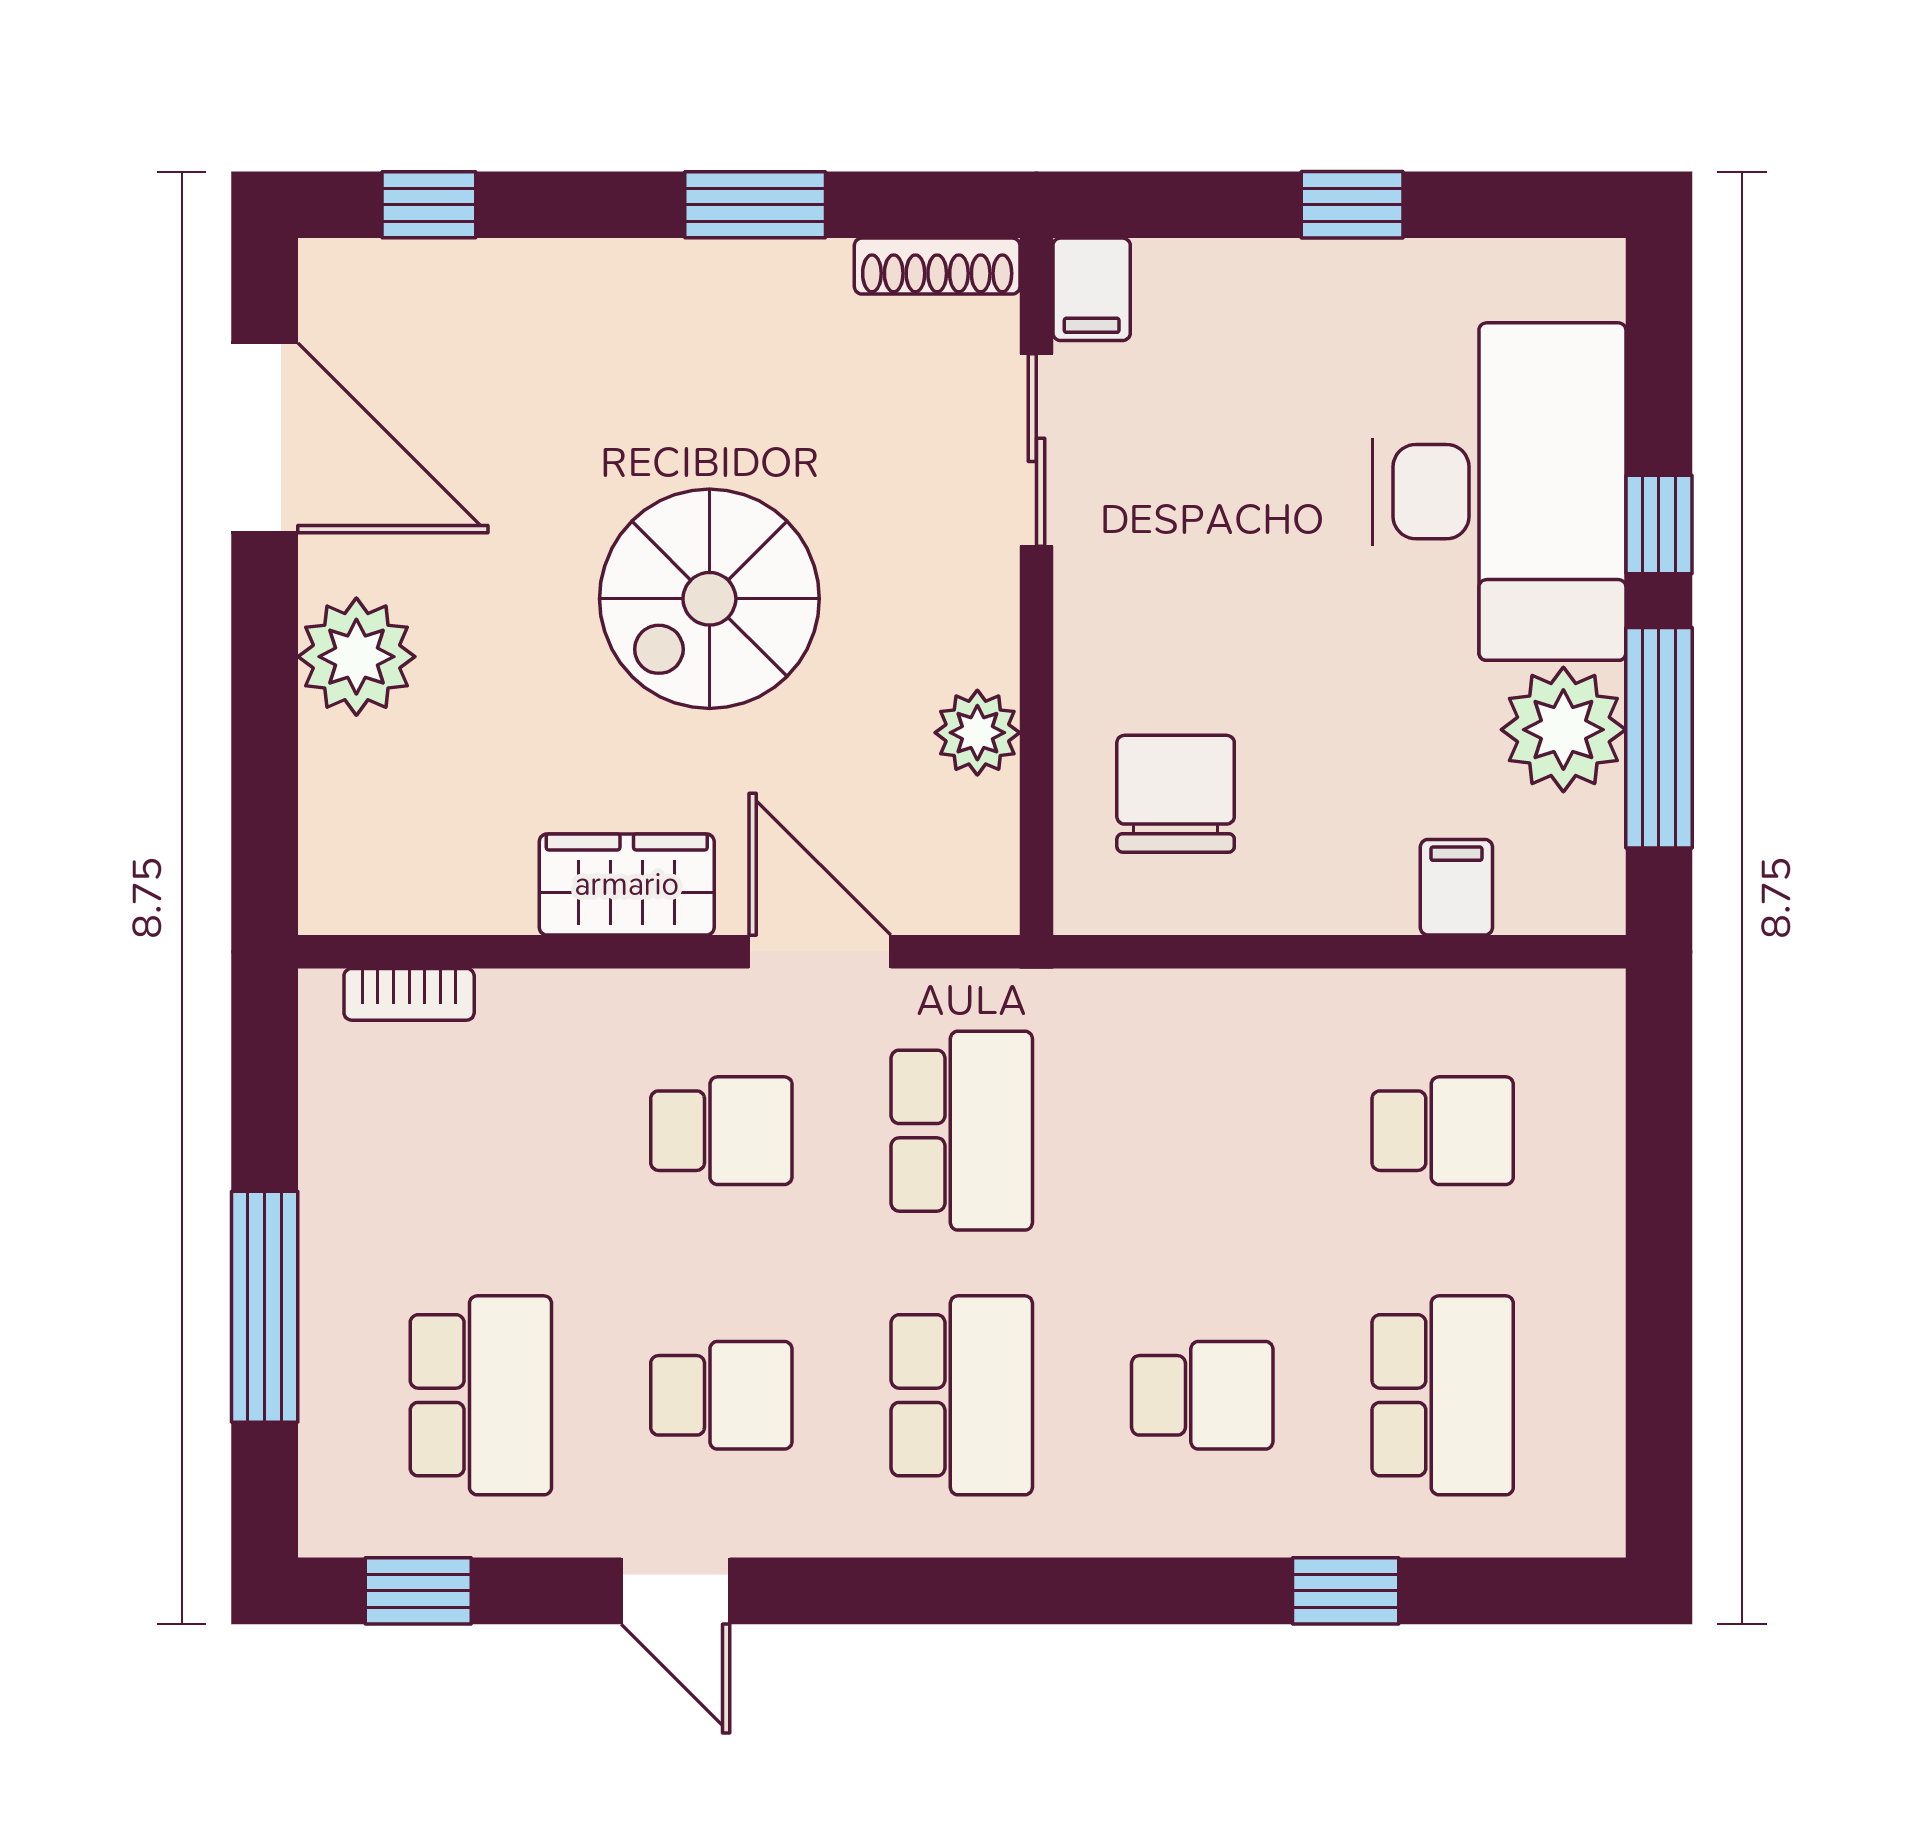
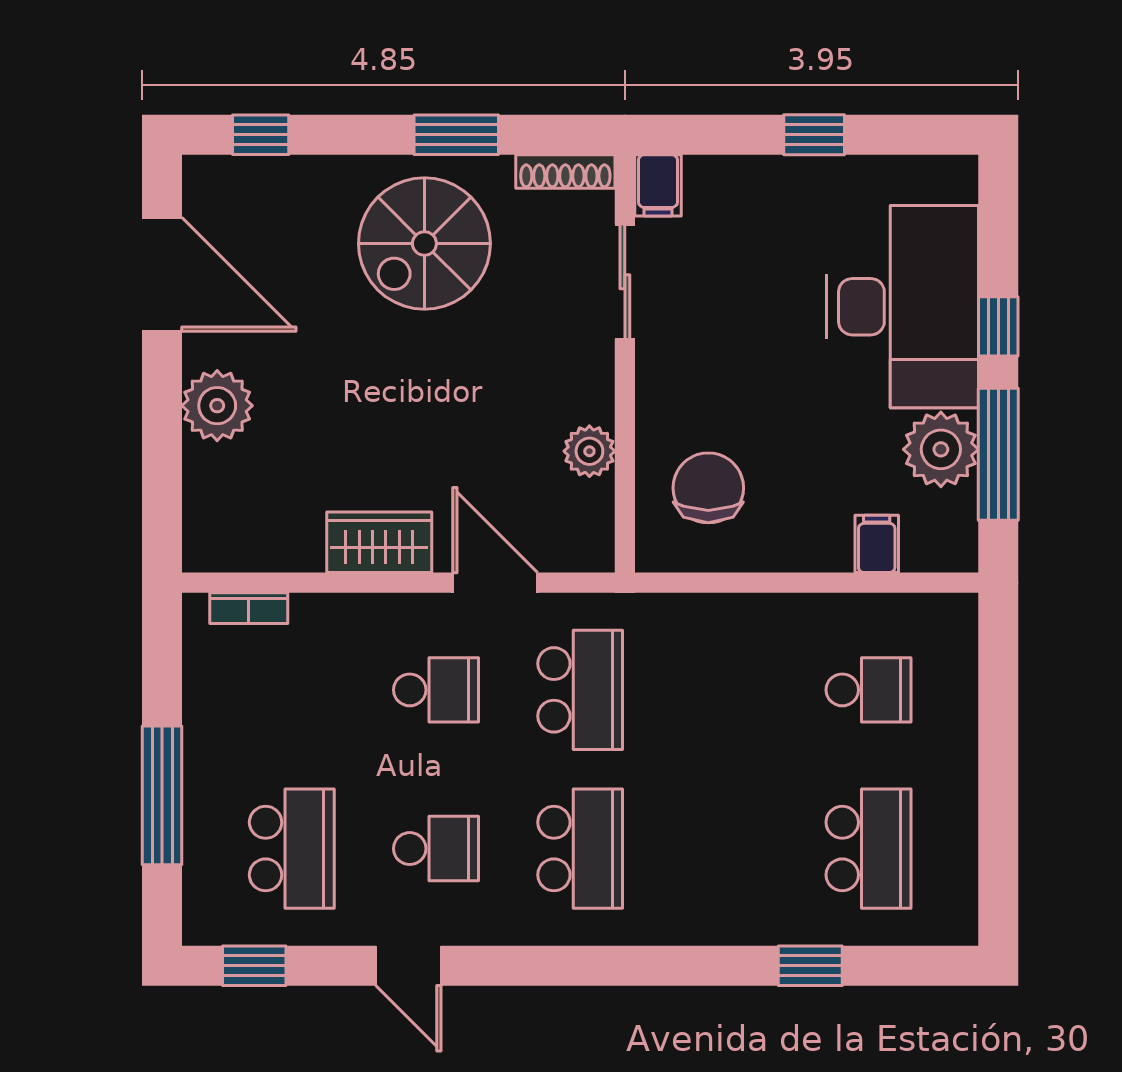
spiral stairs: (709, 599) -> (424, 244), moved
school desk: (1202, 1395) -> (724, 849), removed

